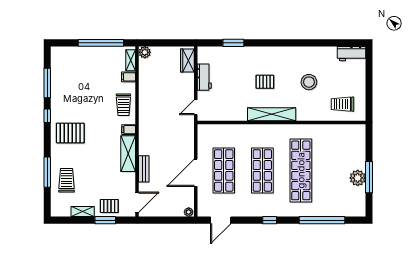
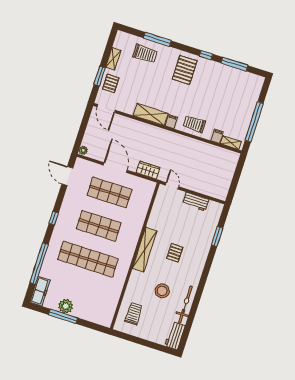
plant: (145, 52) -> (234, 157), removed
bicycle: (315, 53) -> (185, 304), added
wardrobe: (187, 60) -> (148, 170), moved
bench: (144, 169) -> (133, 124), removed
freezer: (351, 210) -> (40, 291), added

